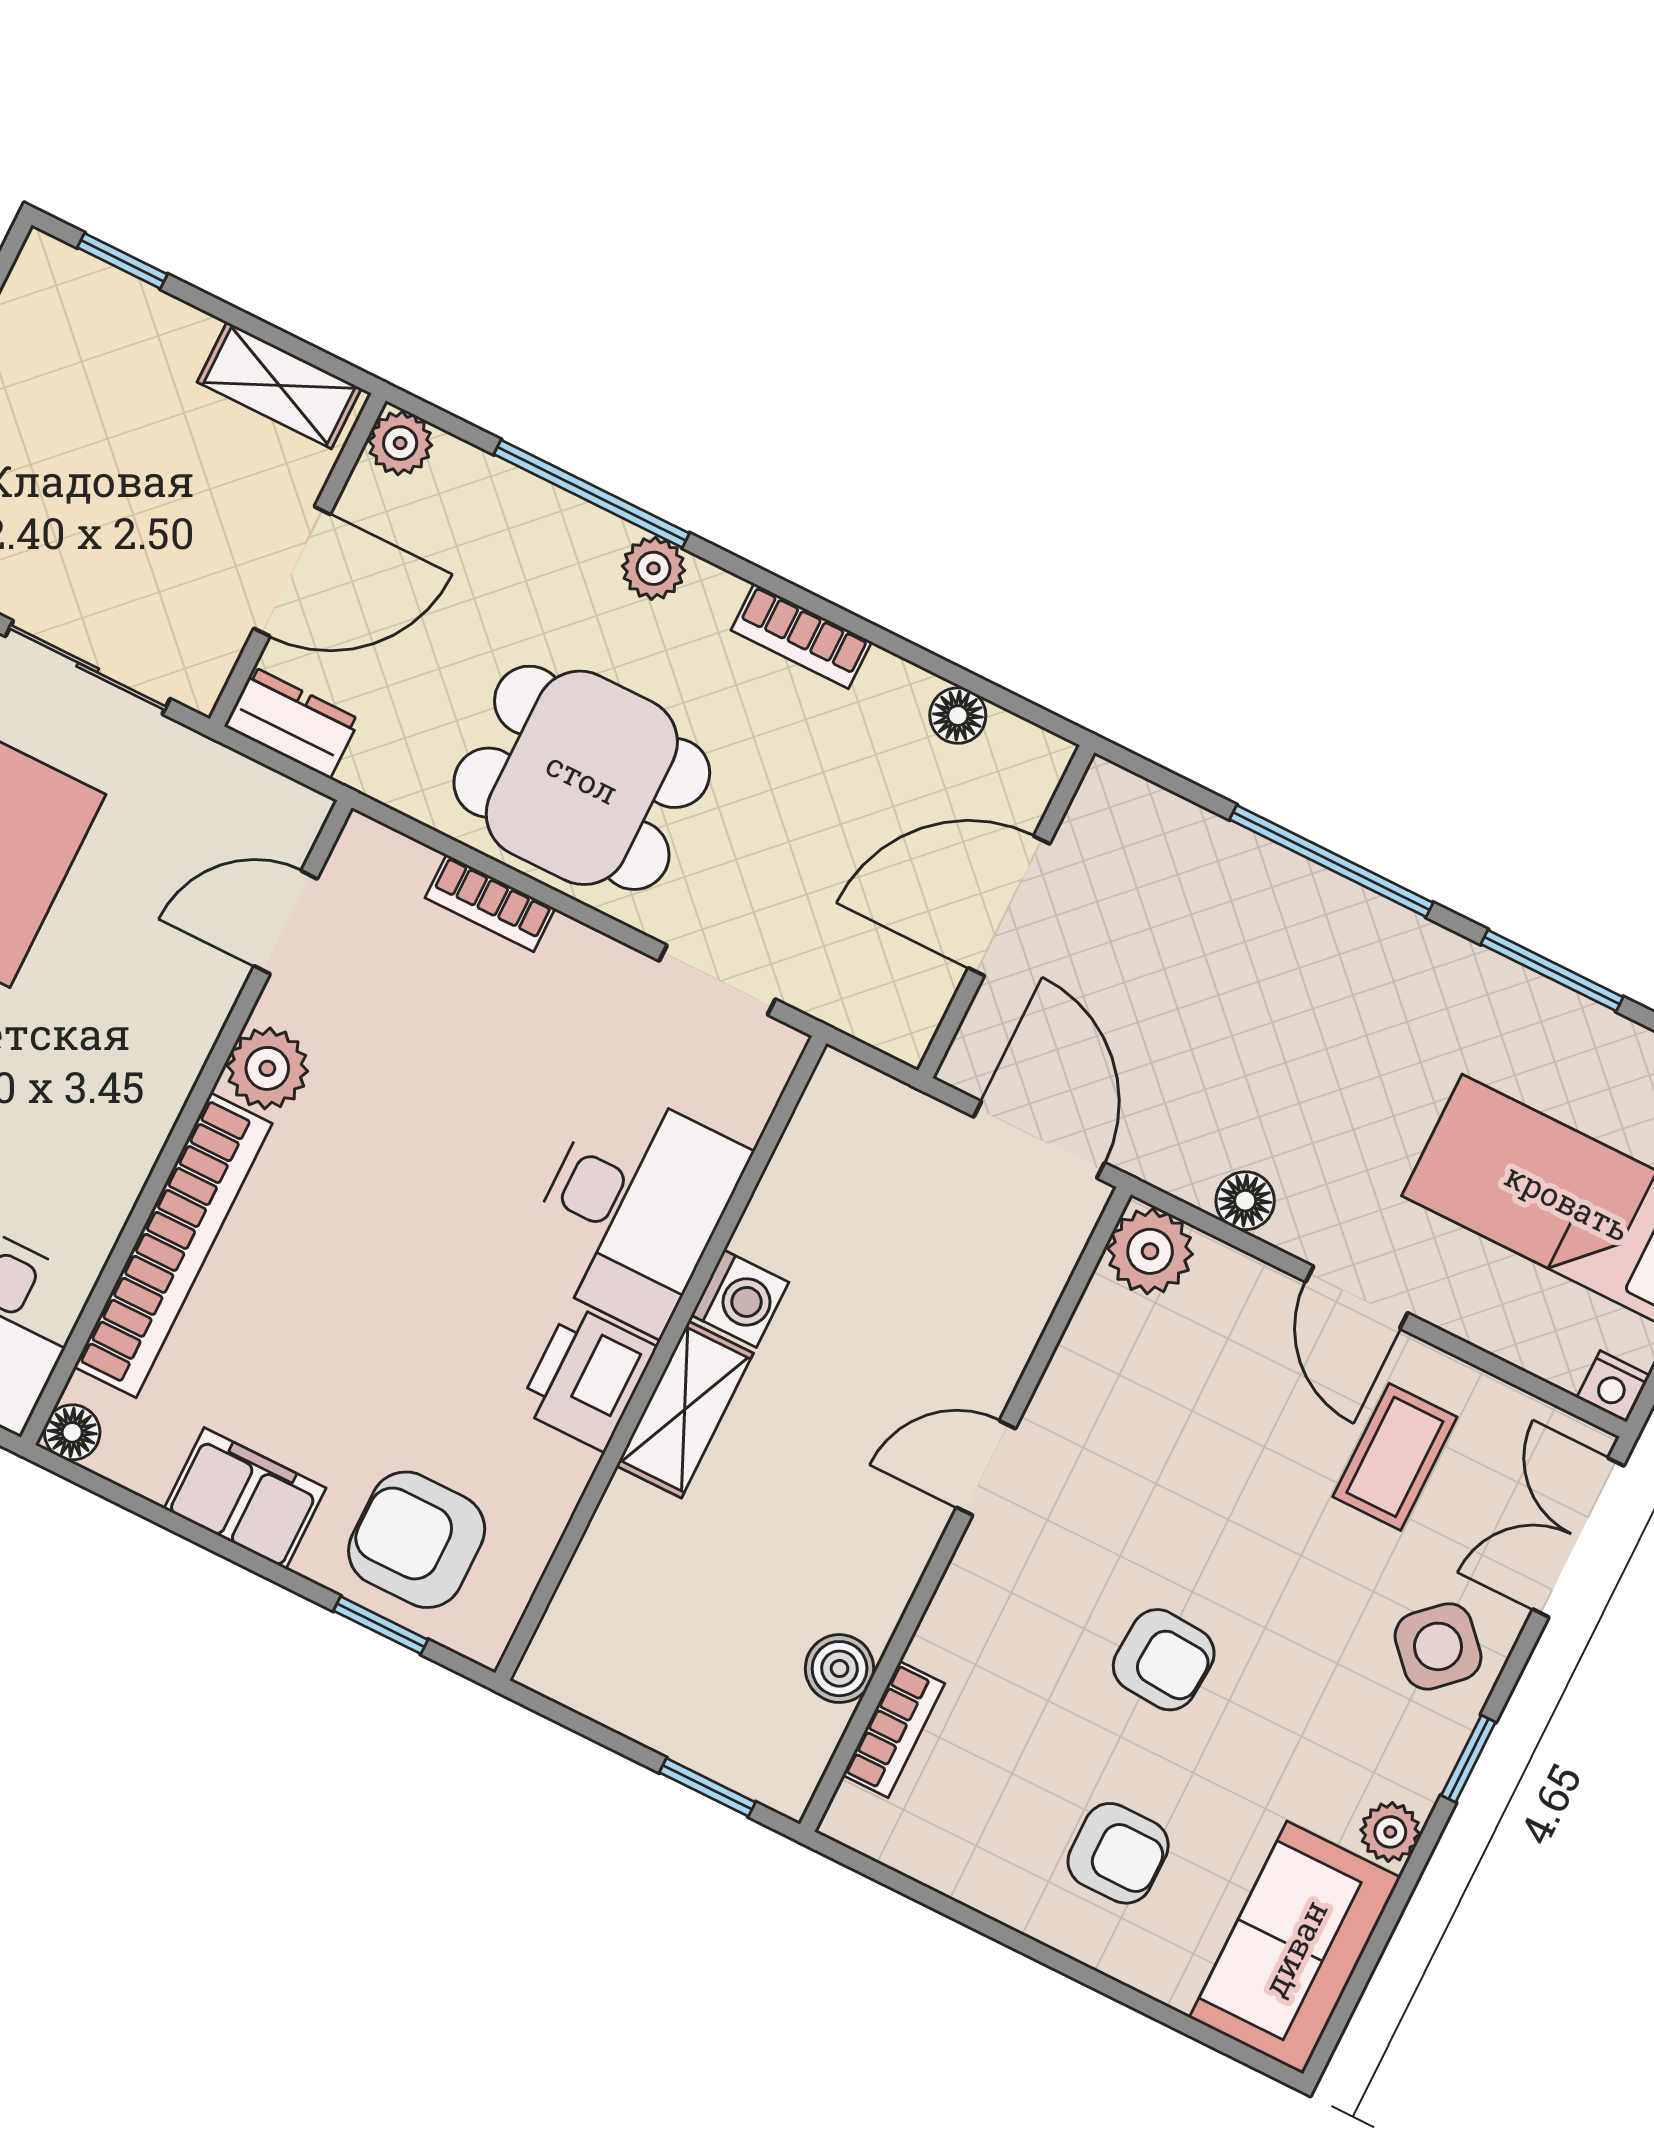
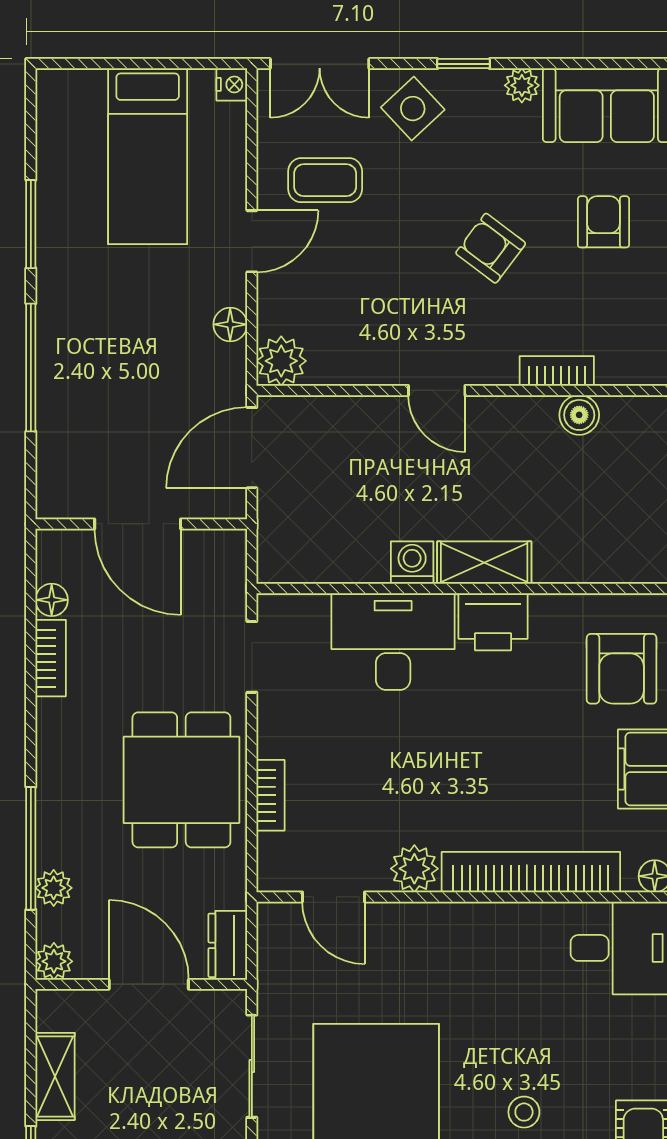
shelving: (279, 385) -> (55, 1076), moved
plant: (653, 568) -> (54, 888), moved
bookcase: (801, 636) -> (51, 658), moved
armchair: (1164, 1660) -> (491, 248), turned -57
bookcase: (894, 1729) -> (557, 371), moved

